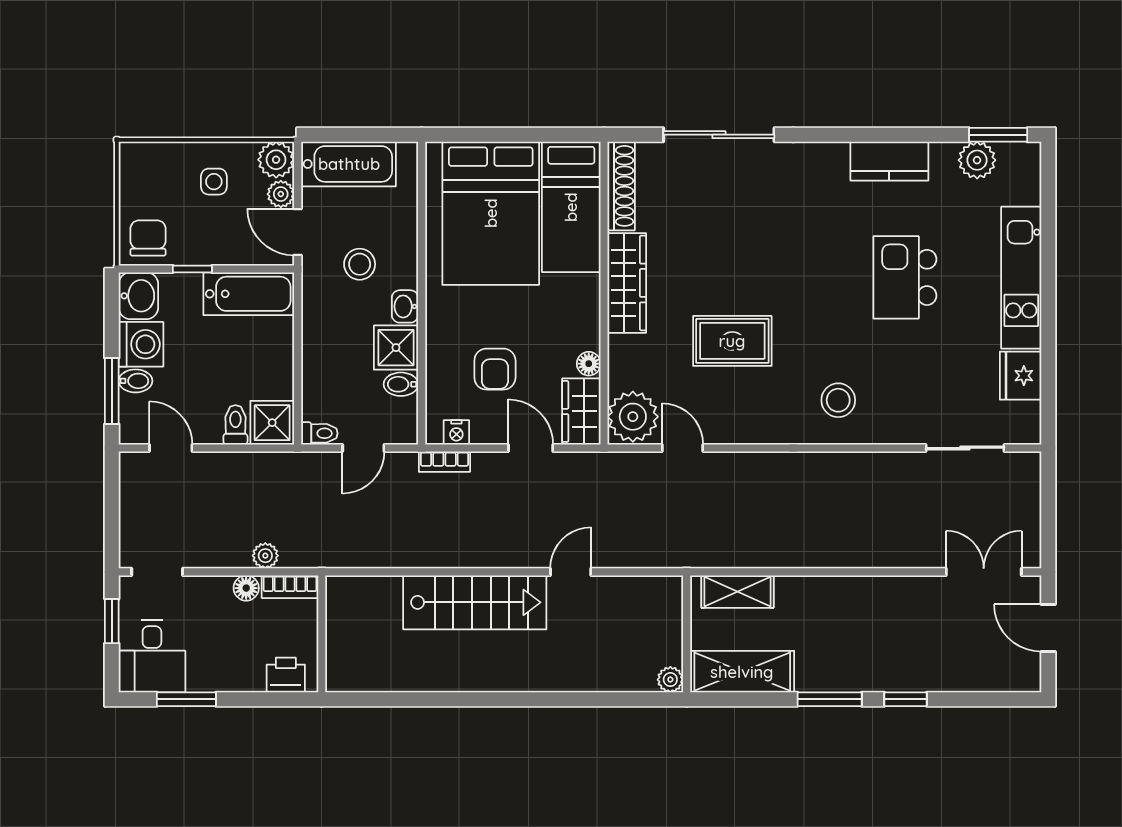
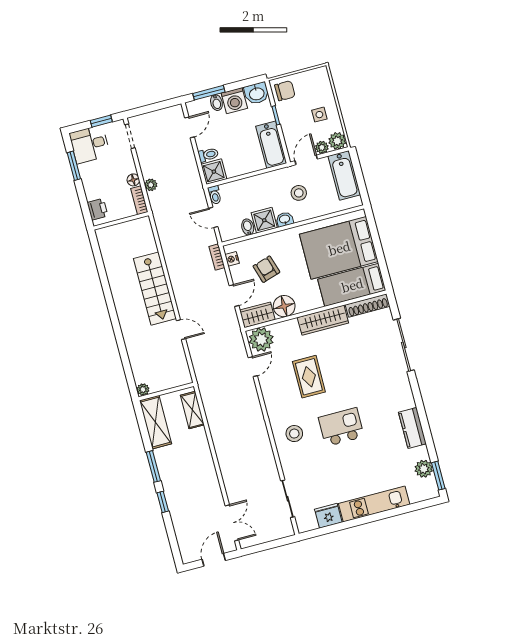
kitchen island: (905, 277) -> (341, 427), moved
floor lamp: (589, 364) -> (284, 306), width x1.89, depth x1.89
armchair: (495, 369) -> (266, 269), turned 73

